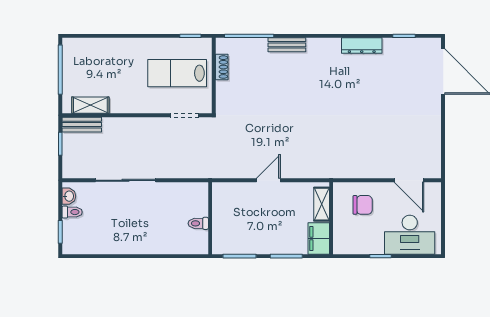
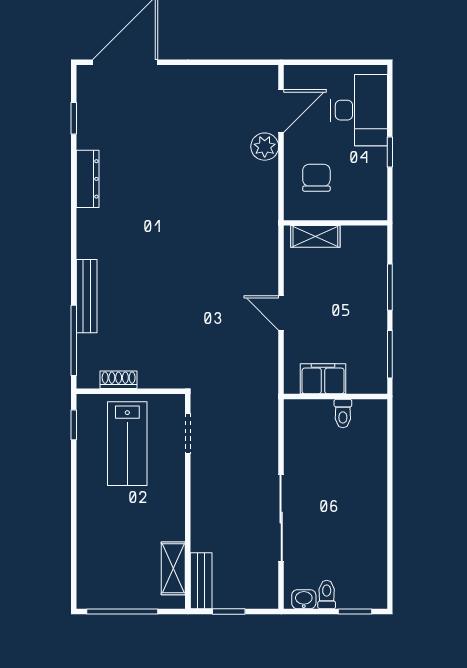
bench: (287, 45) -> (87, 296), width x1.36
plant: (384, 169) -> (265, 147), added
filing cabinet: (319, 238) -> (323, 379), moved, turned 180

